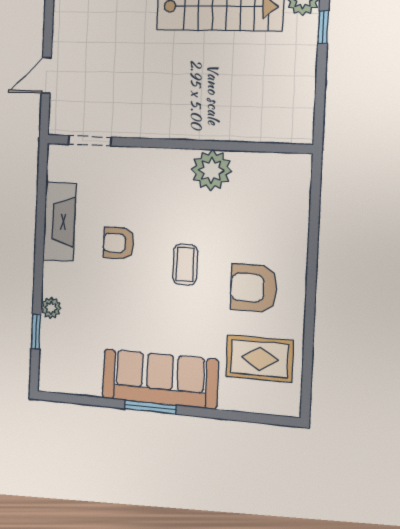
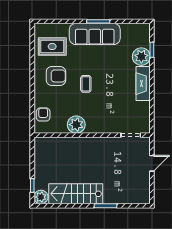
fireplace: (59, 222) -> (143, 84), moved
armchair: (119, 243) -> (43, 115), moved, turned -90
plant: (51, 308) -> (141, 57), width x1.87, depth x1.87

